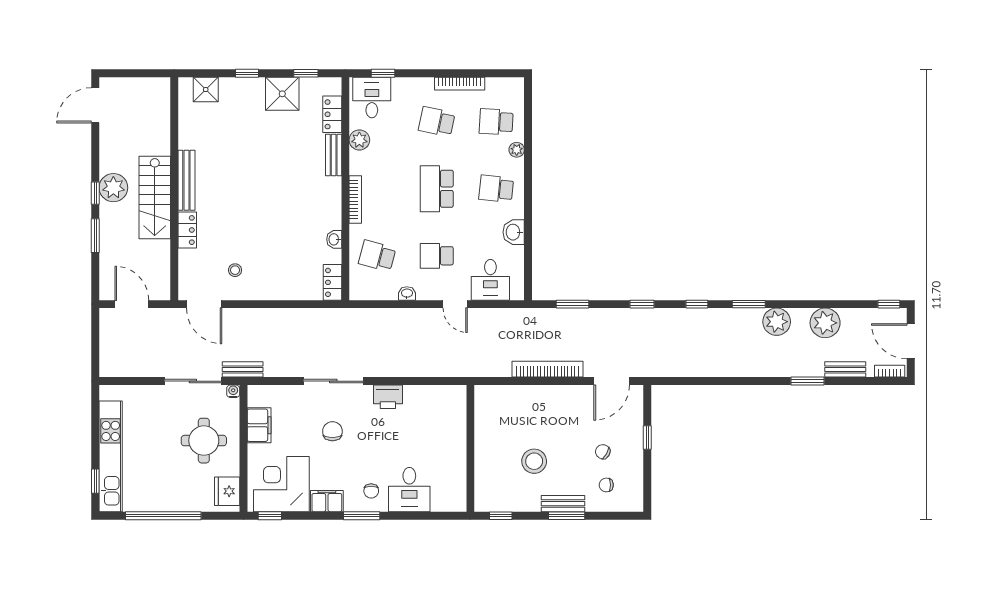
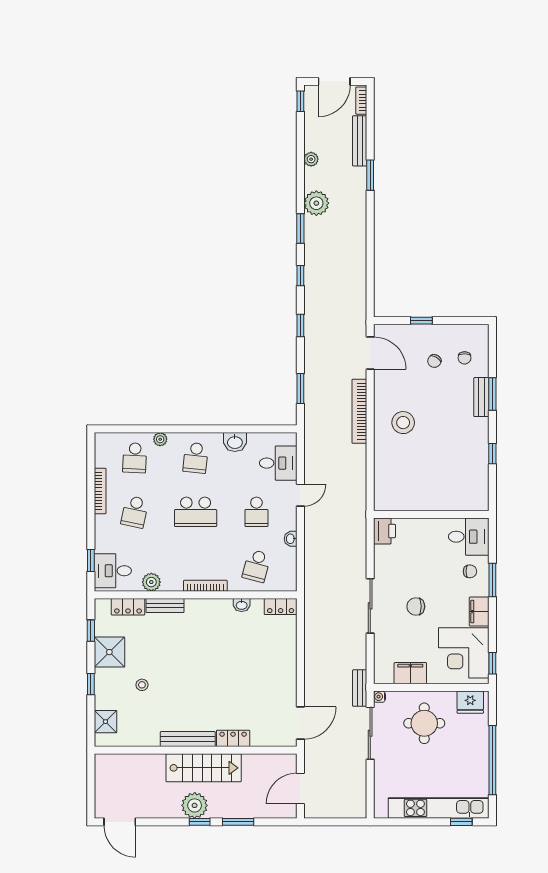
stool: (235, 270) -> (142, 685), moved
plant: (825, 323) -> (311, 159), width x0.53, depth x0.53
bench: (845, 369) -> (360, 141), width x1.36
printer: (388, 397) -> (384, 531), moved
wall: (470, 448) -> (431, 514), moved
stool: (534, 461) -> (403, 423), moved

